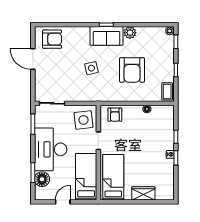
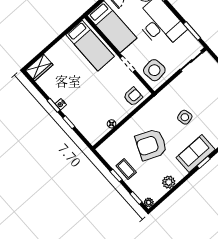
plant: (130, 33) -> (169, 182), moved
armchair: (132, 70) -> (151, 145), turned -67
coffee table: (167, 91) -> (126, 169), moved
armchair: (115, 115) -> (133, 97), turned 90
wardrobe: (143, 193) -> (39, 68), moved

